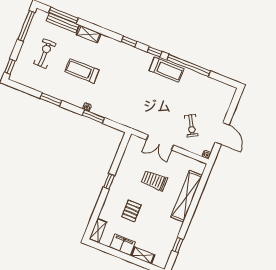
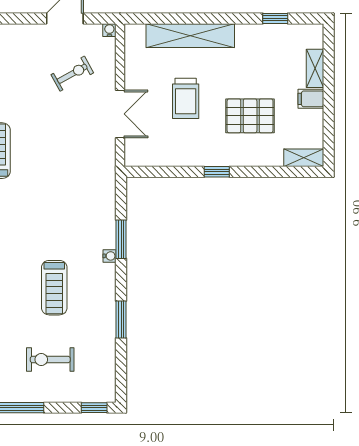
pallet: (131, 211) -> (250, 116), width x1.50, depth x1.42
filing cabinet: (122, 245) -> (311, 99), width x0.50

